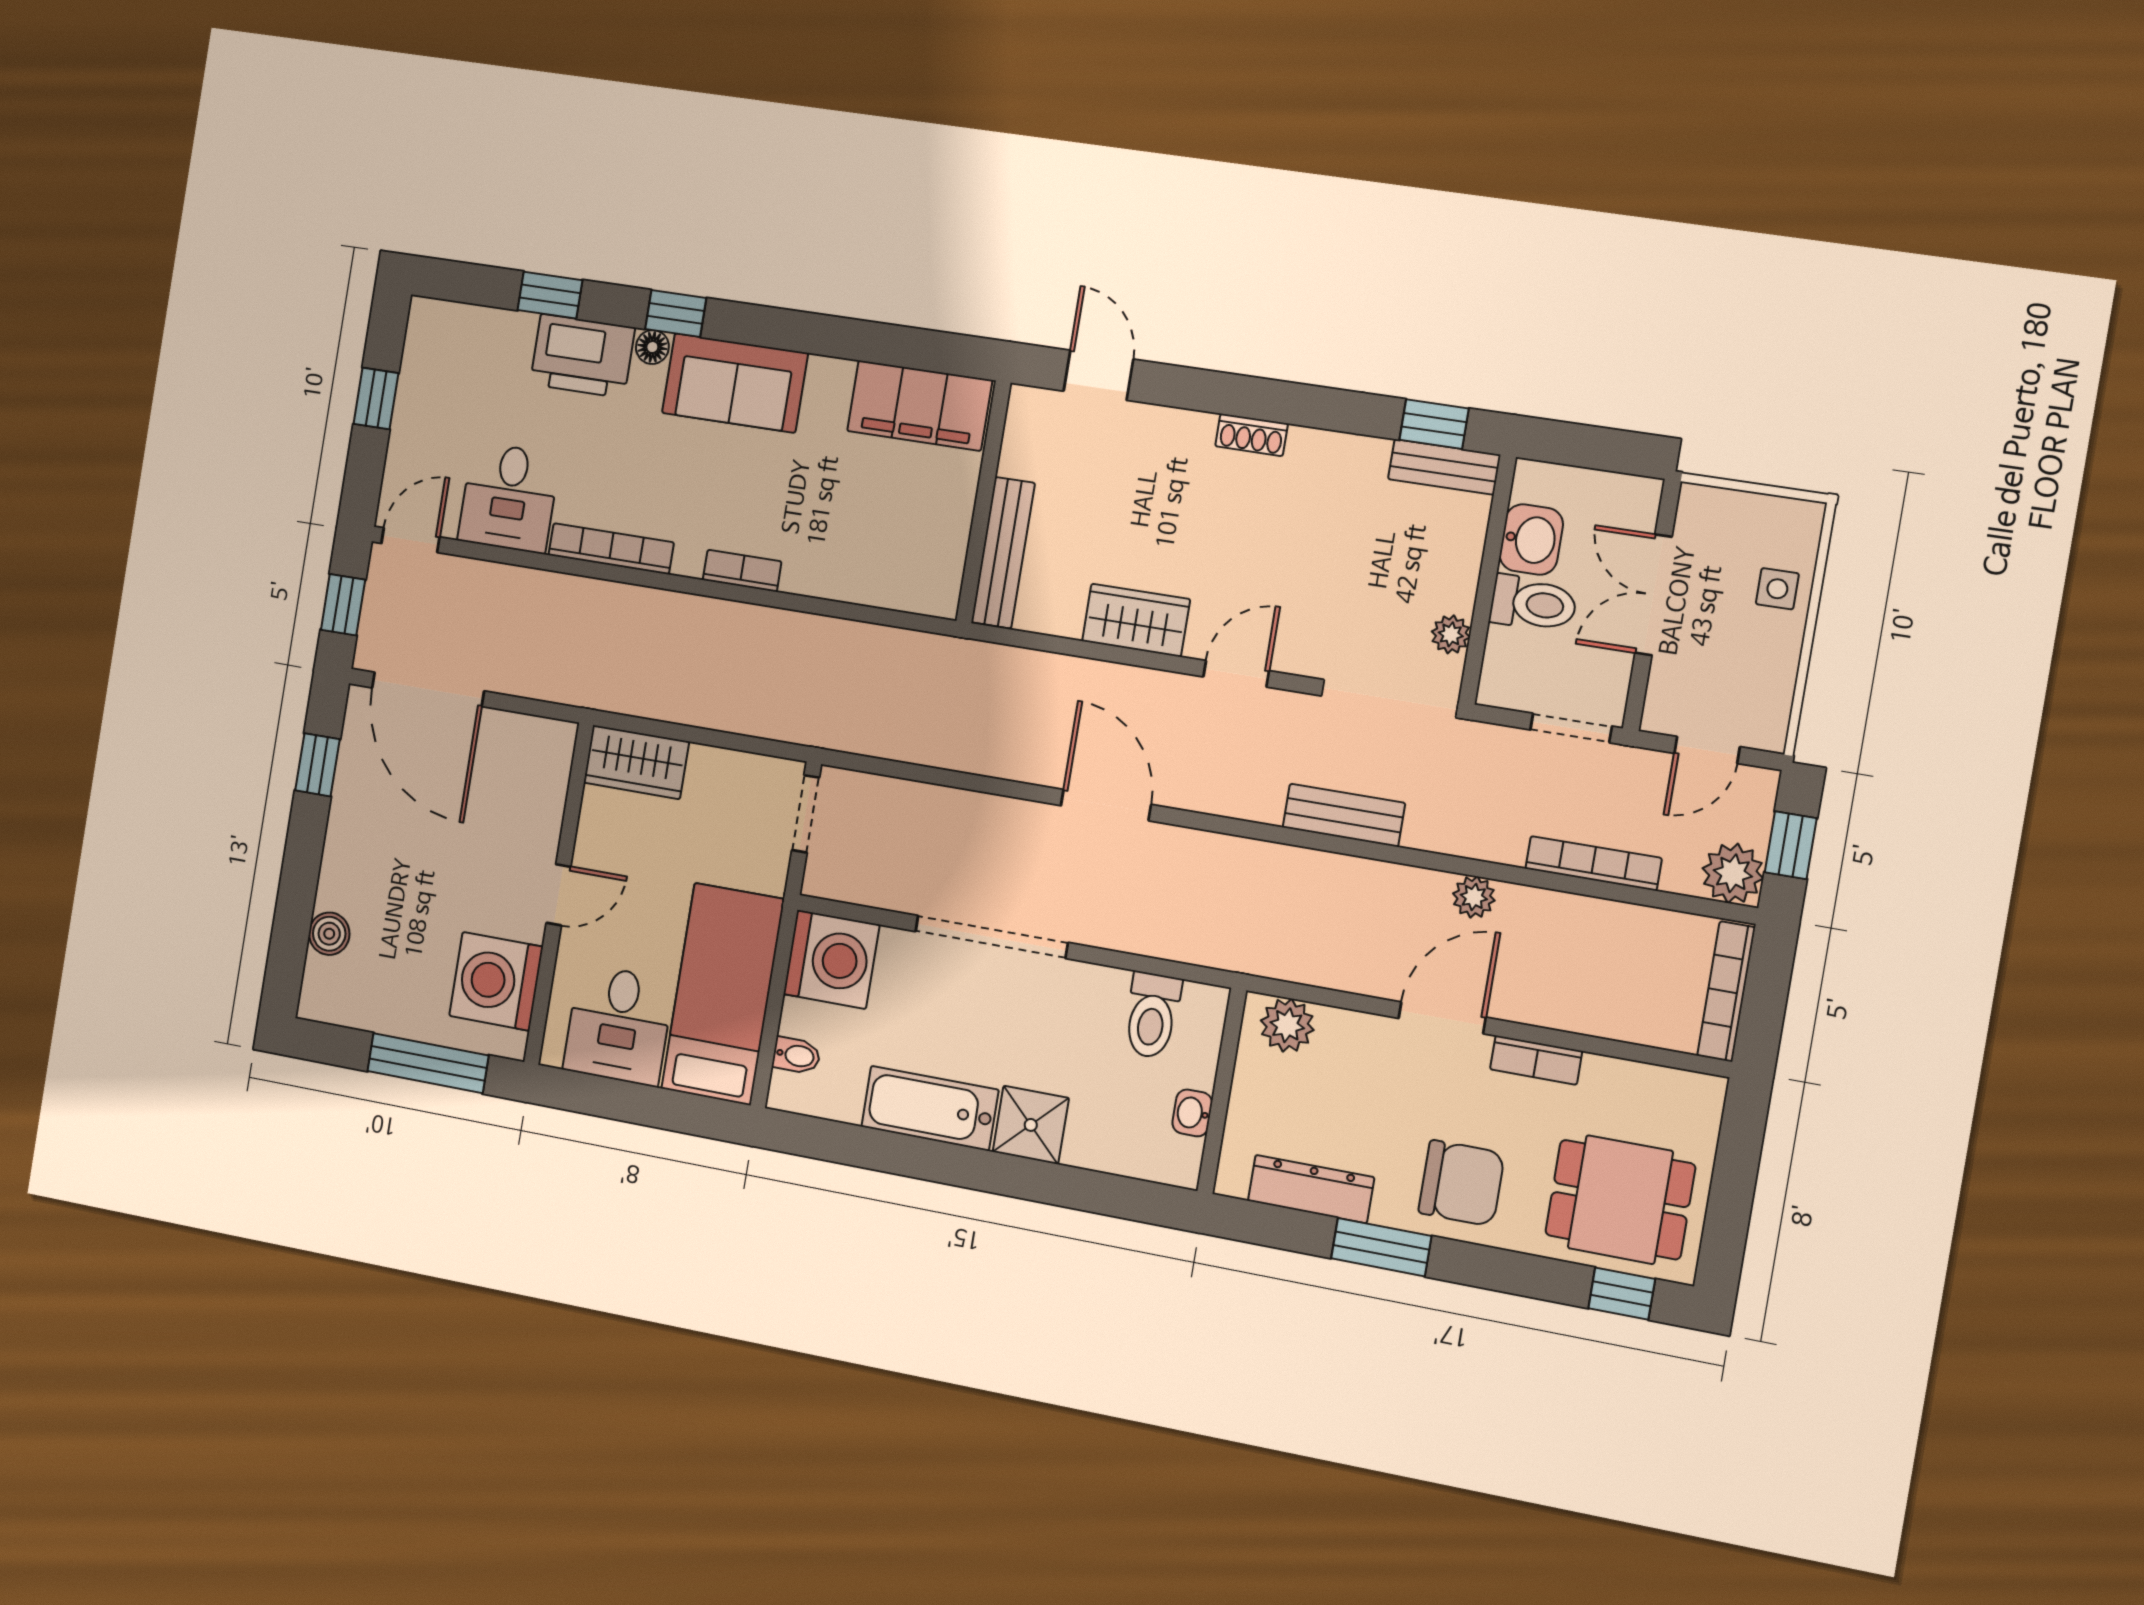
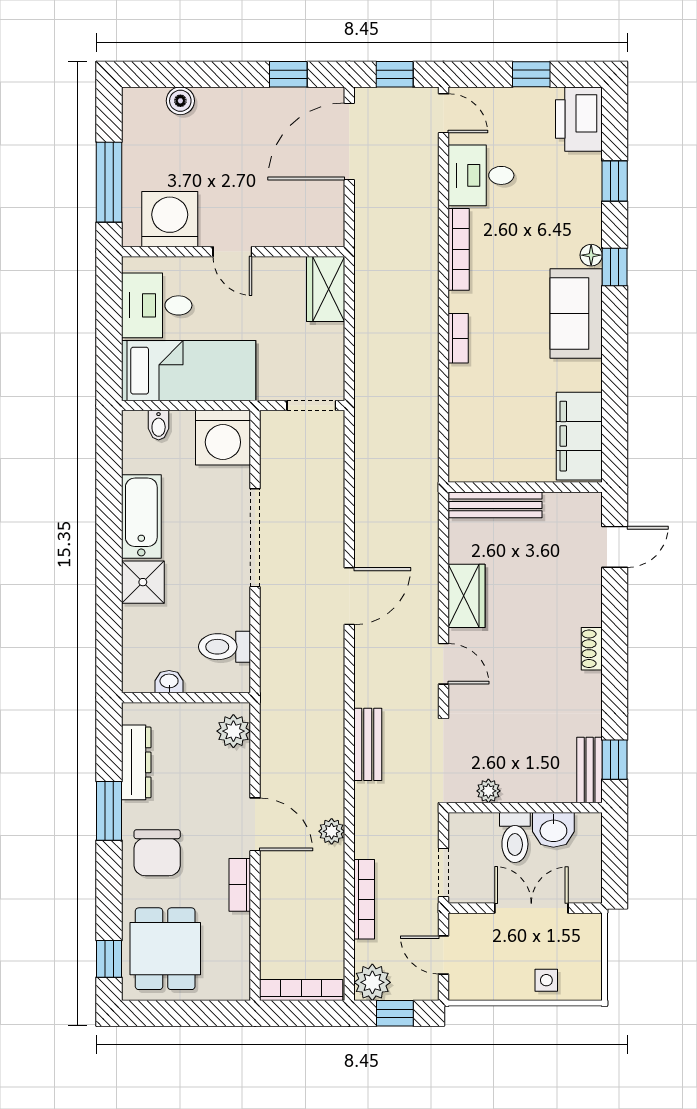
printer: (582, 356) -> (579, 119), moved

